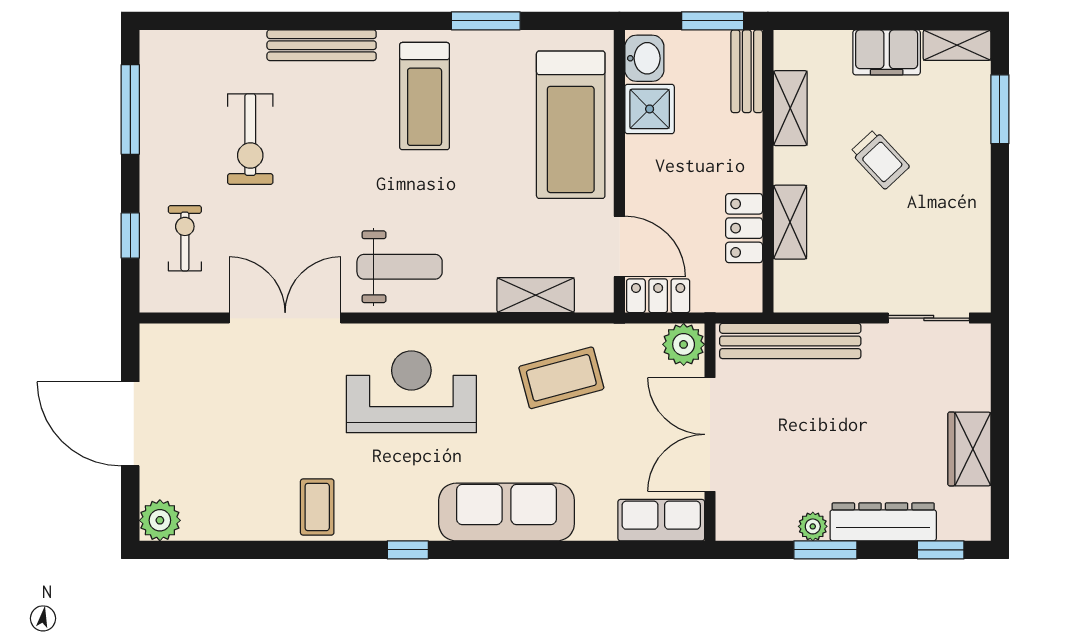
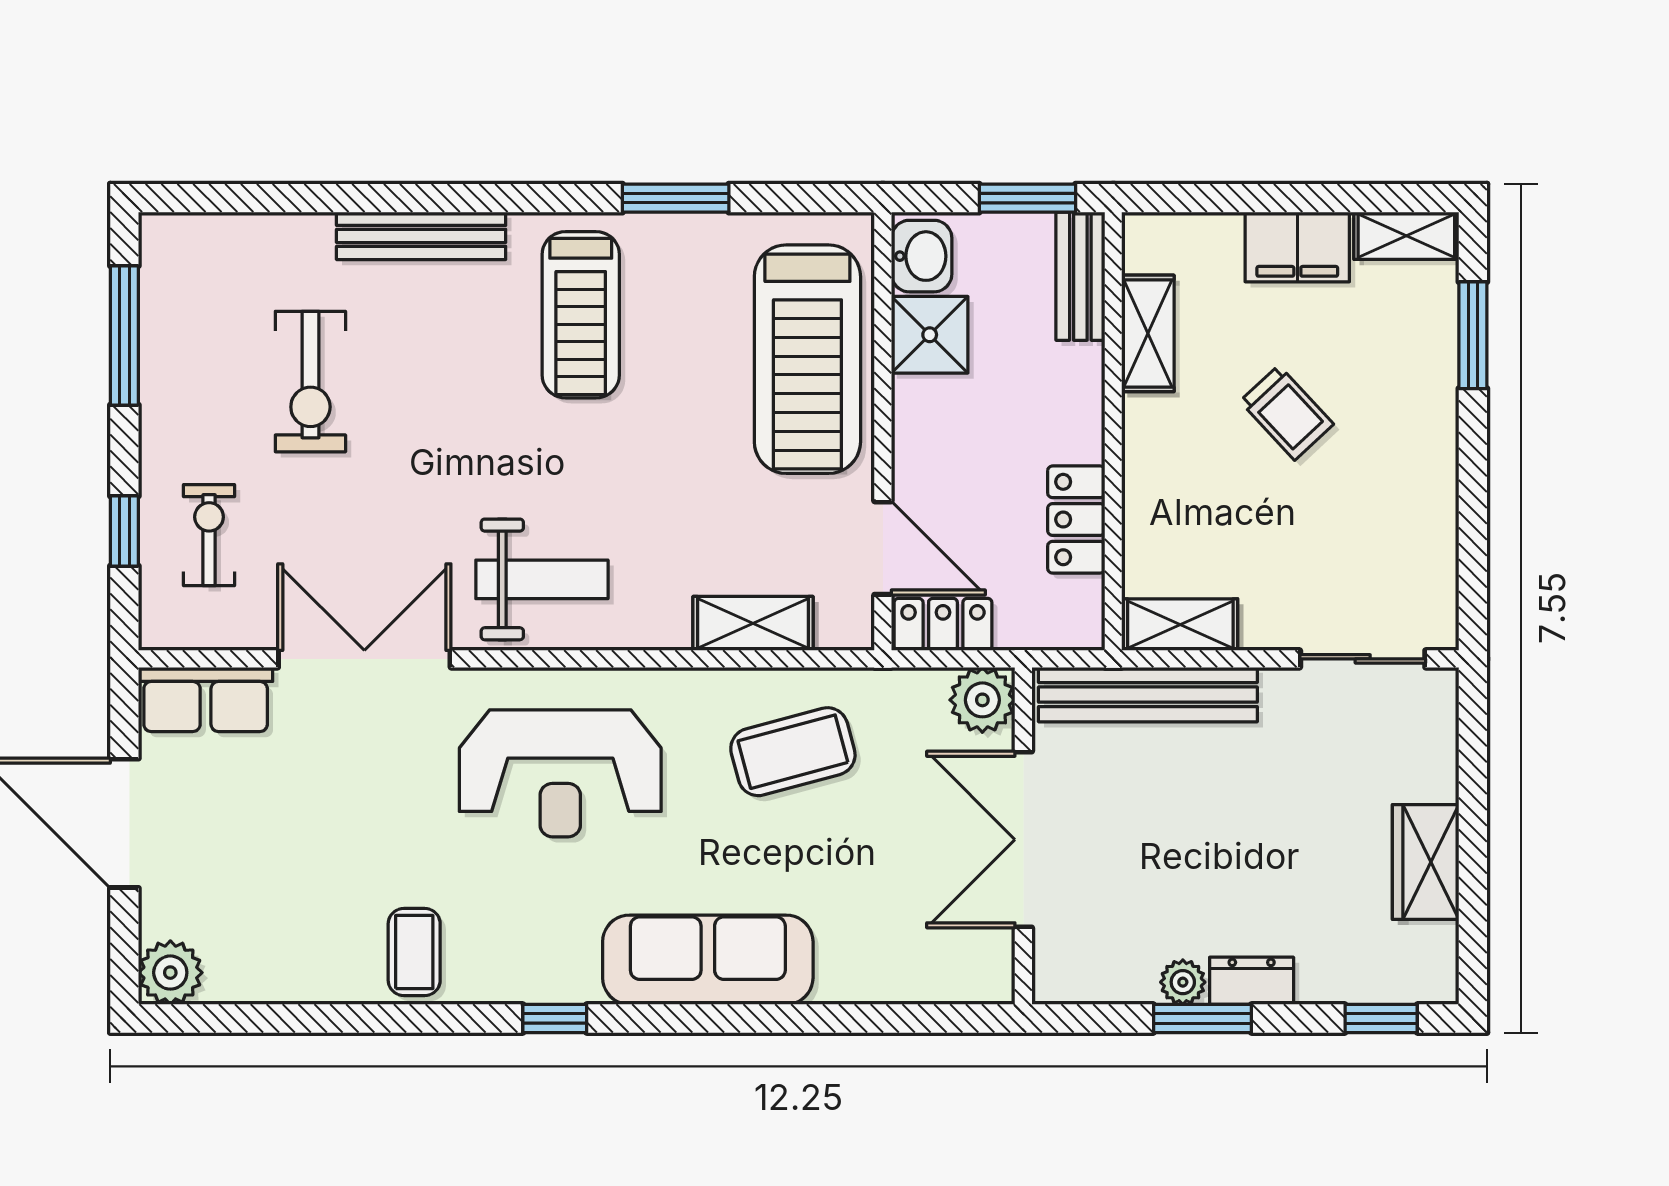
shelving: (790, 222) -> (1180, 625), moved, turned 90
reception desk: (411, 392) -> (560, 773), turned 180
row of seats: (661, 520) -> (206, 699), moved, turned 180
dresser: (883, 522) -> (1252, 981), width x0.51, depth x0.80

